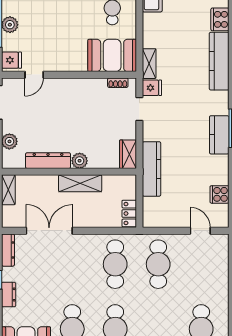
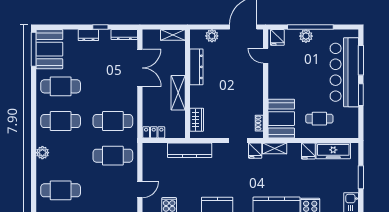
fridge: (152, 22) -> (308, 151), added
wardrobe: (128, 154) -> (197, 120), moved, turned 90
plant: (80, 161) -> (196, 92), removed

